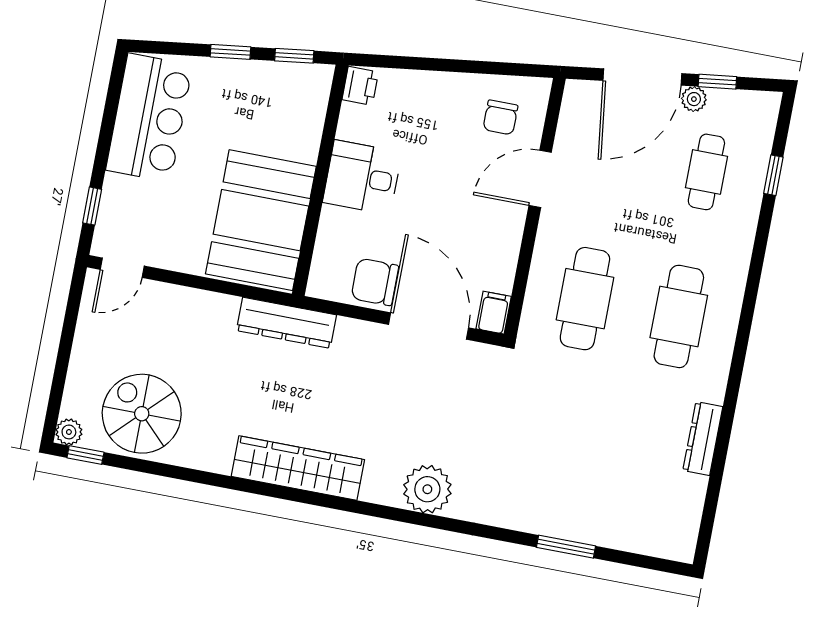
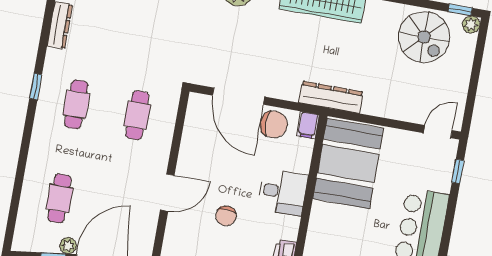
chair: (500, 117) -> (226, 216), moved, turned 180
window: (773, 175) -> (36, 86), moved
cafe table: (585, 299) -> (137, 115), width x0.73, depth x0.74
filing cabinet: (494, 313) -> (308, 125), moved
cafe table: (679, 316) -> (76, 104), width x0.73, depth x0.74

